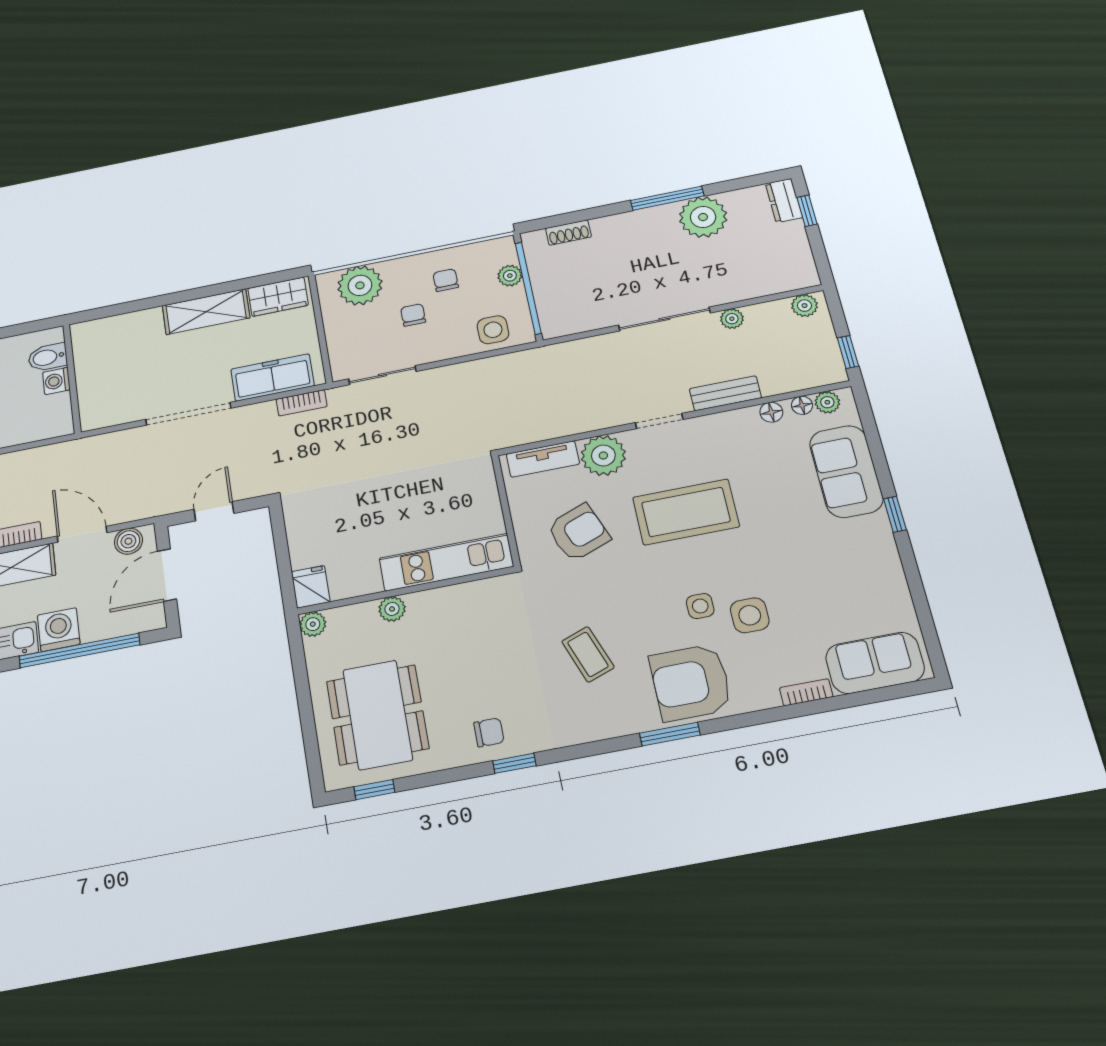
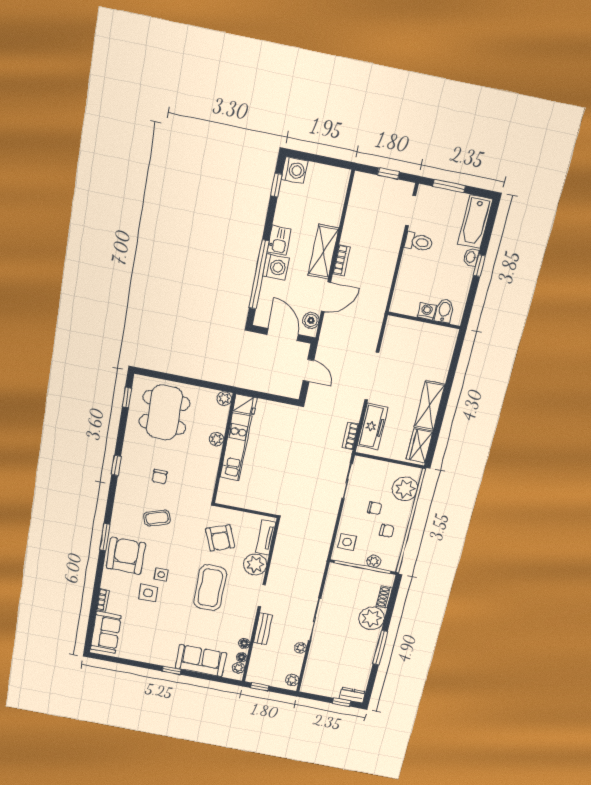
plant: (703, 217) -> (372, 618), moved
kitchen unit: (446, 562) -> (236, 447), moved
dining table: (378, 715) -> (164, 412), turned 90
chair: (489, 732) -> (160, 477), moved

